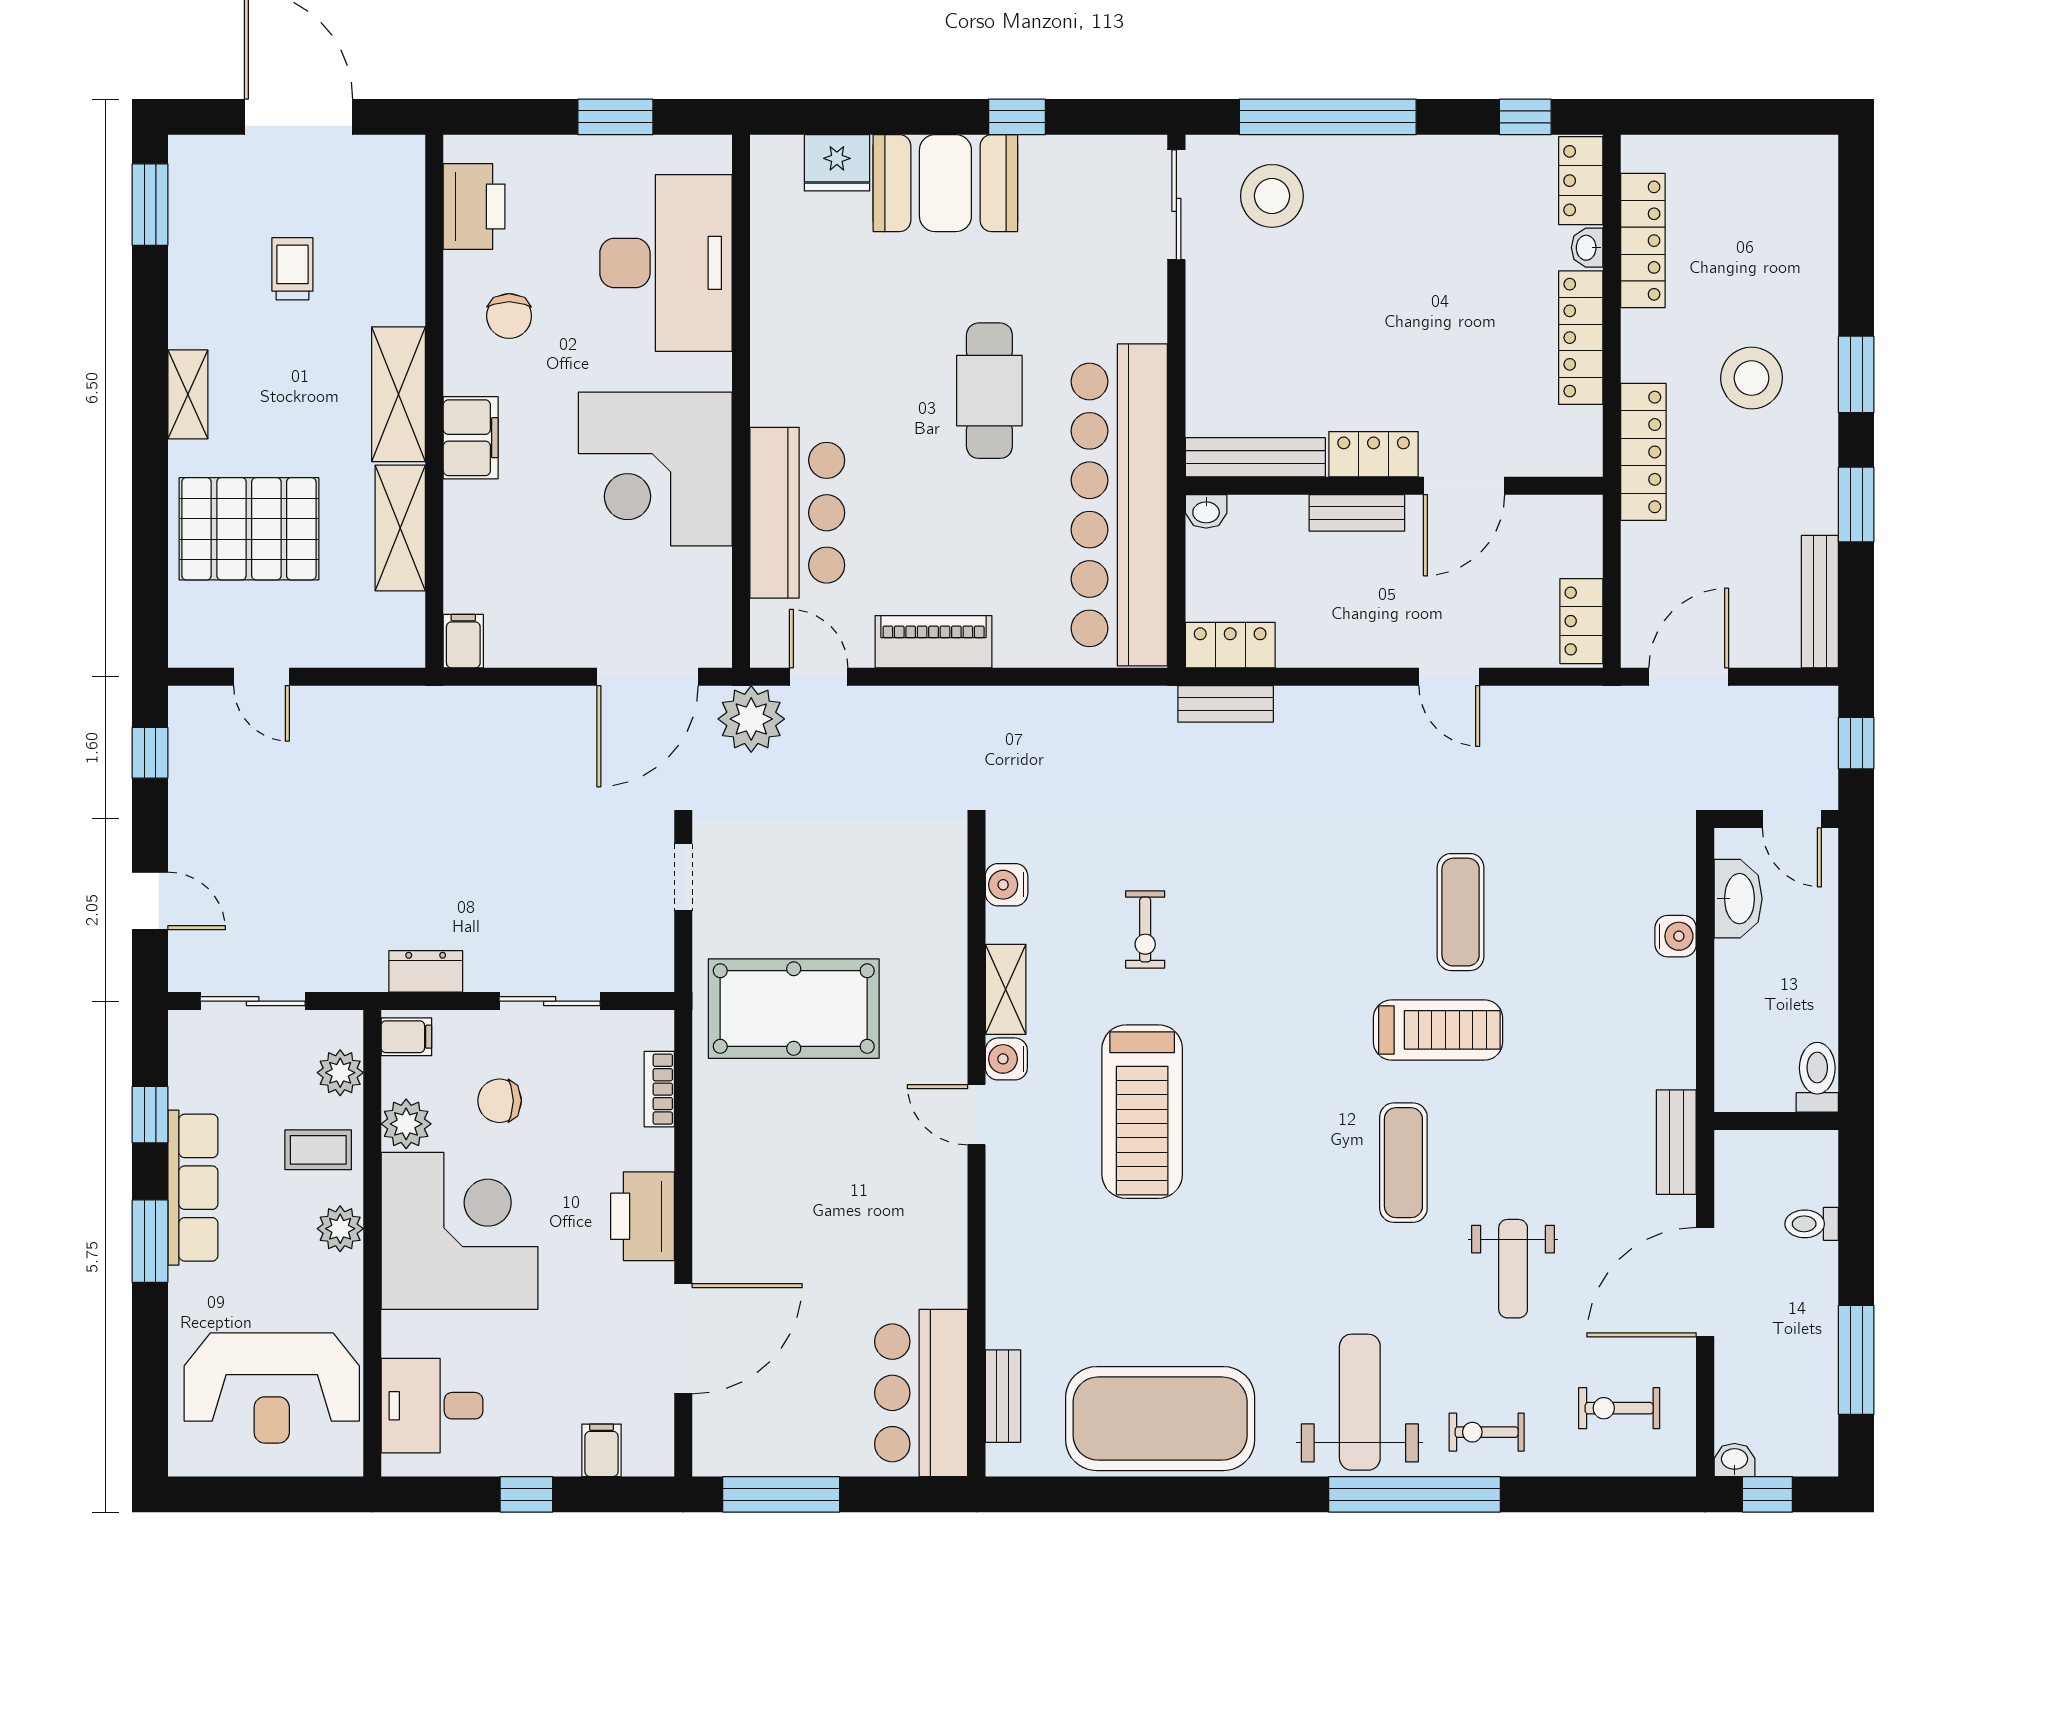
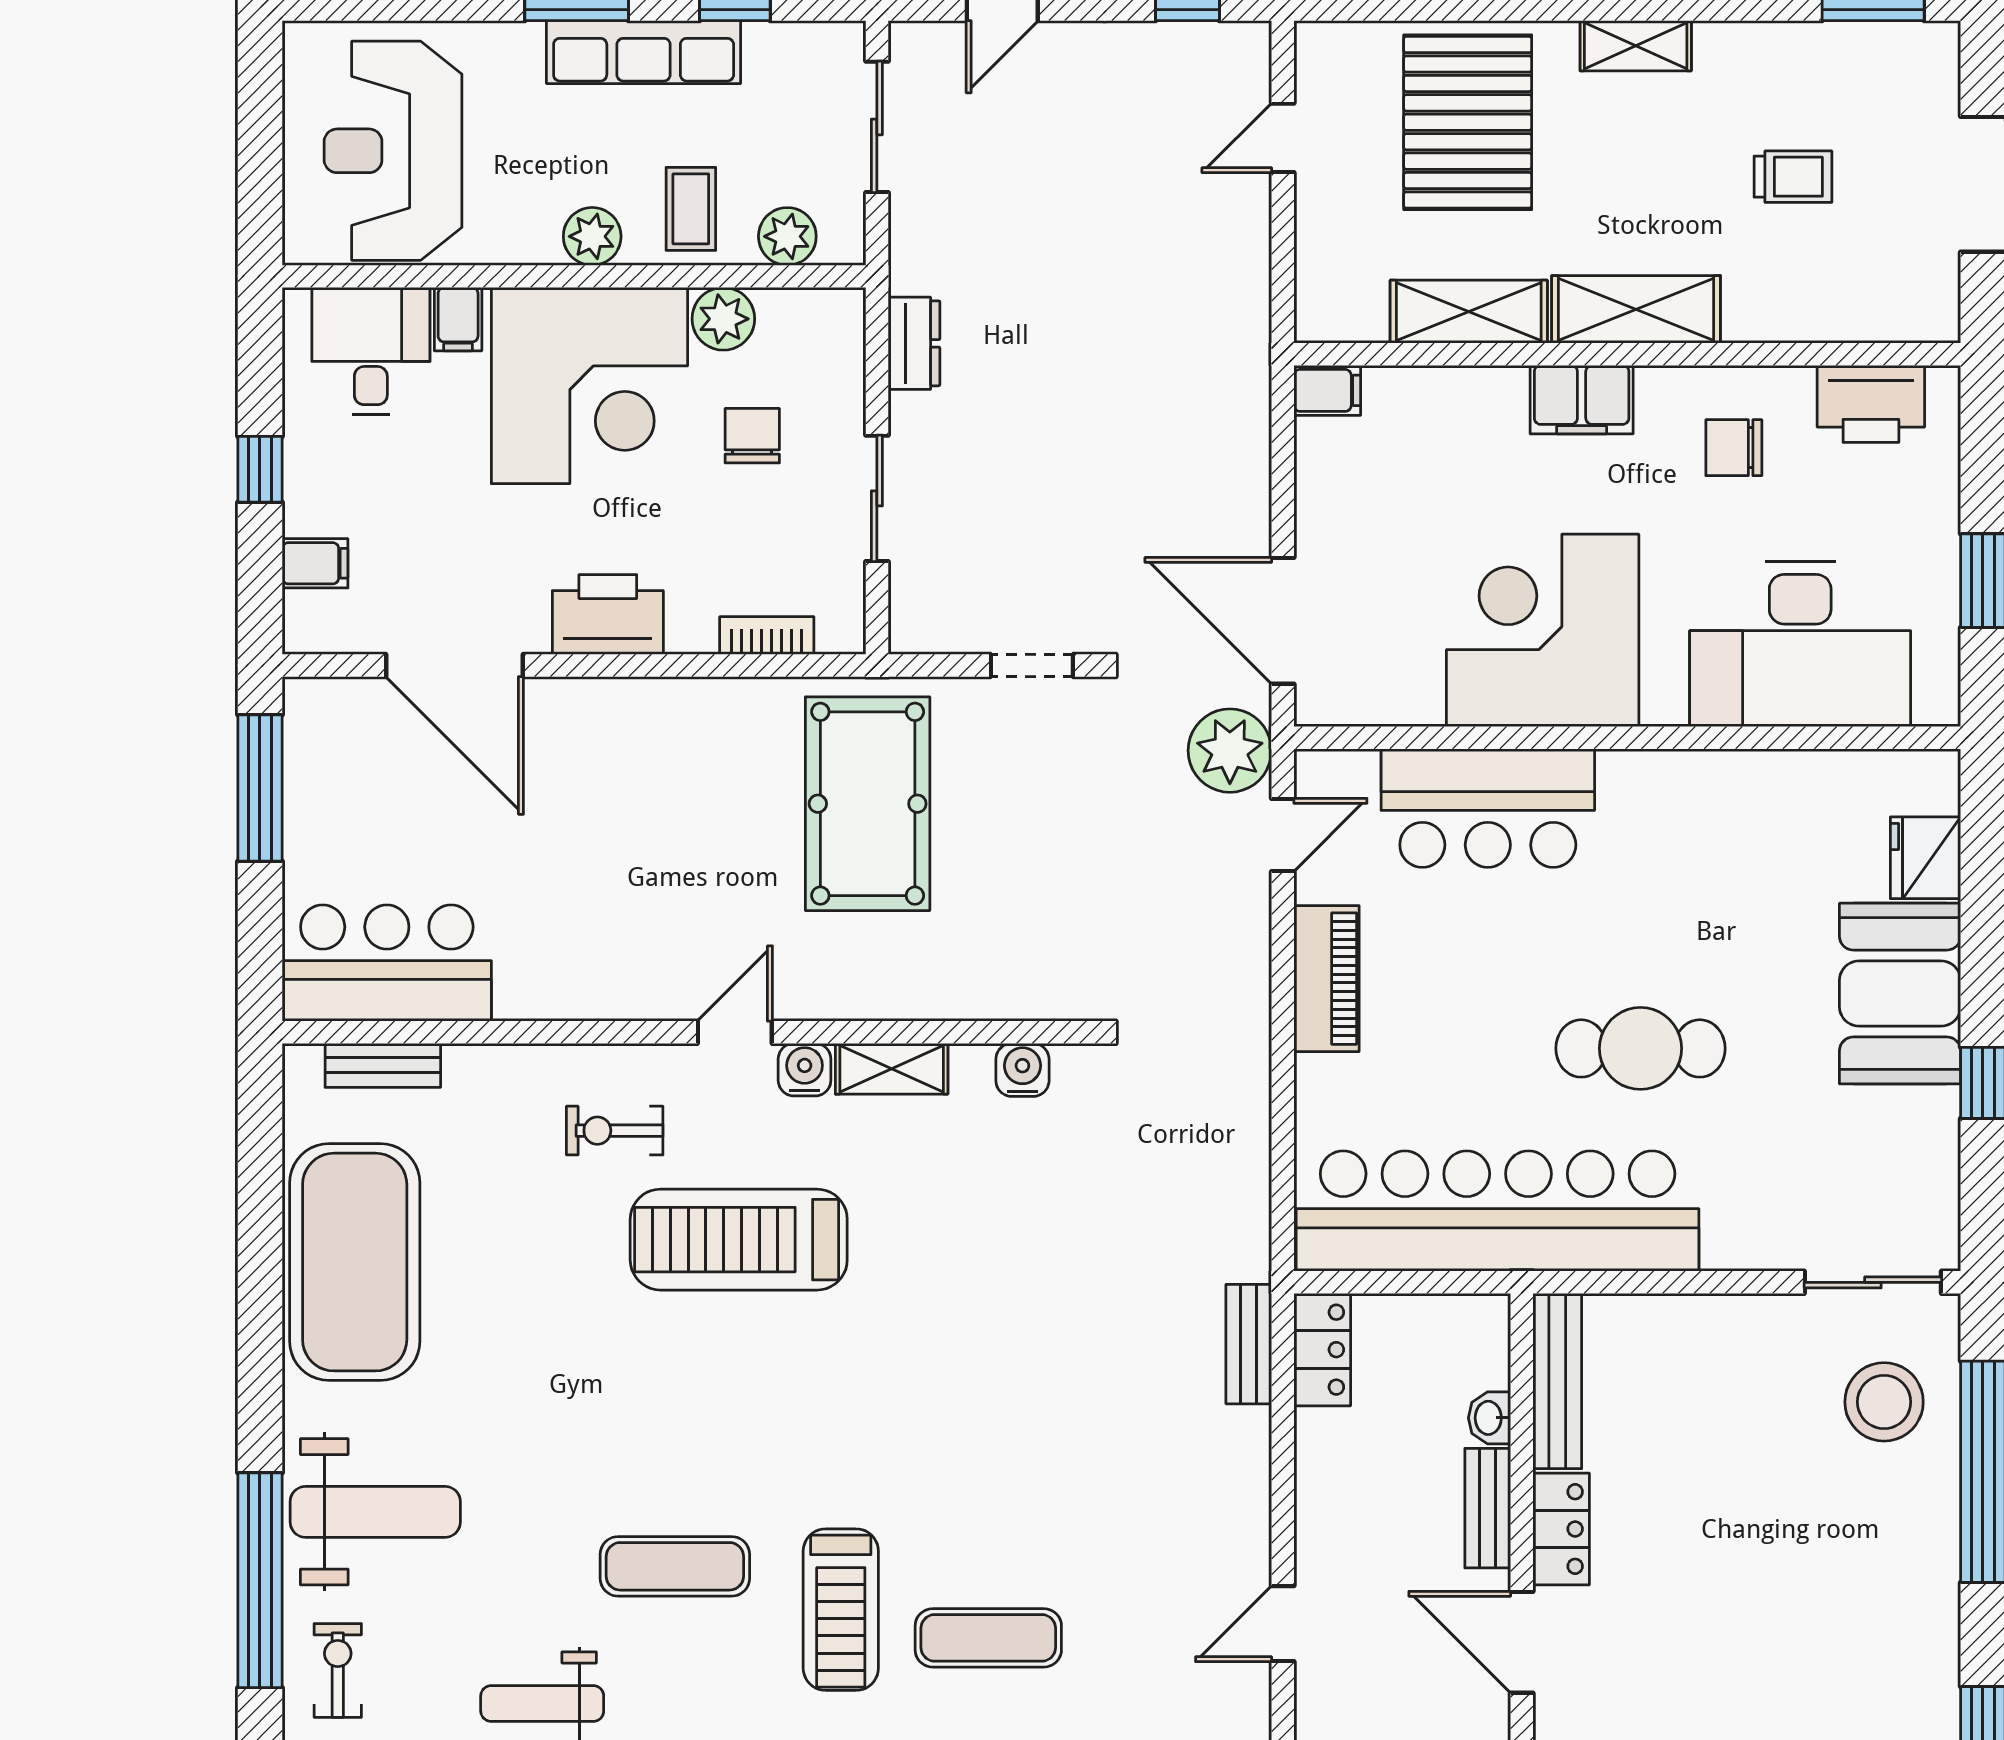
washbasin: (1206, 511) -> (1489, 1418), moved
exercise bike: (1145, 930) -> (615, 1131), moved
filing cabinet: (406, 1037) -> (458, 319), moved

